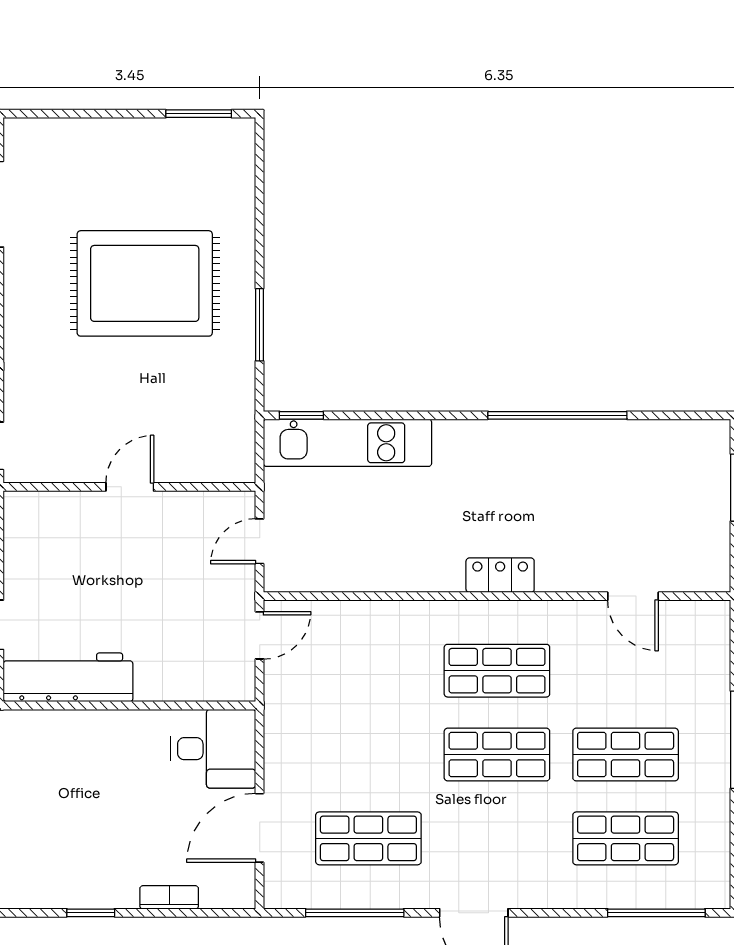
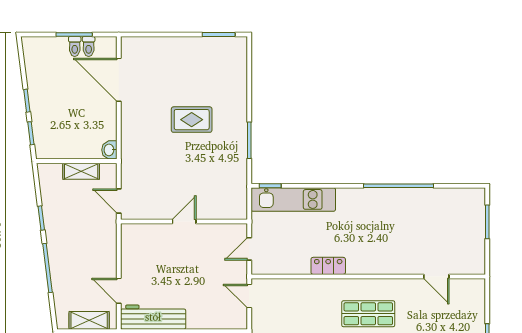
rug: (145, 283) -> (192, 120), width x0.54, depth x0.49
locker: (500, 575) -> (328, 266), moved
door: (260, 635) -> (249, 296), swing flipped

